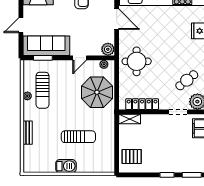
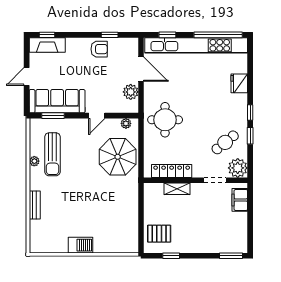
plant: (108, 49) -> (131, 92), moved
shelving: (130, 119) -> (177, 189), moved
sun lounger: (78, 137) -> (95, 210), removed
window: (167, 175) -> (171, 256), moved

